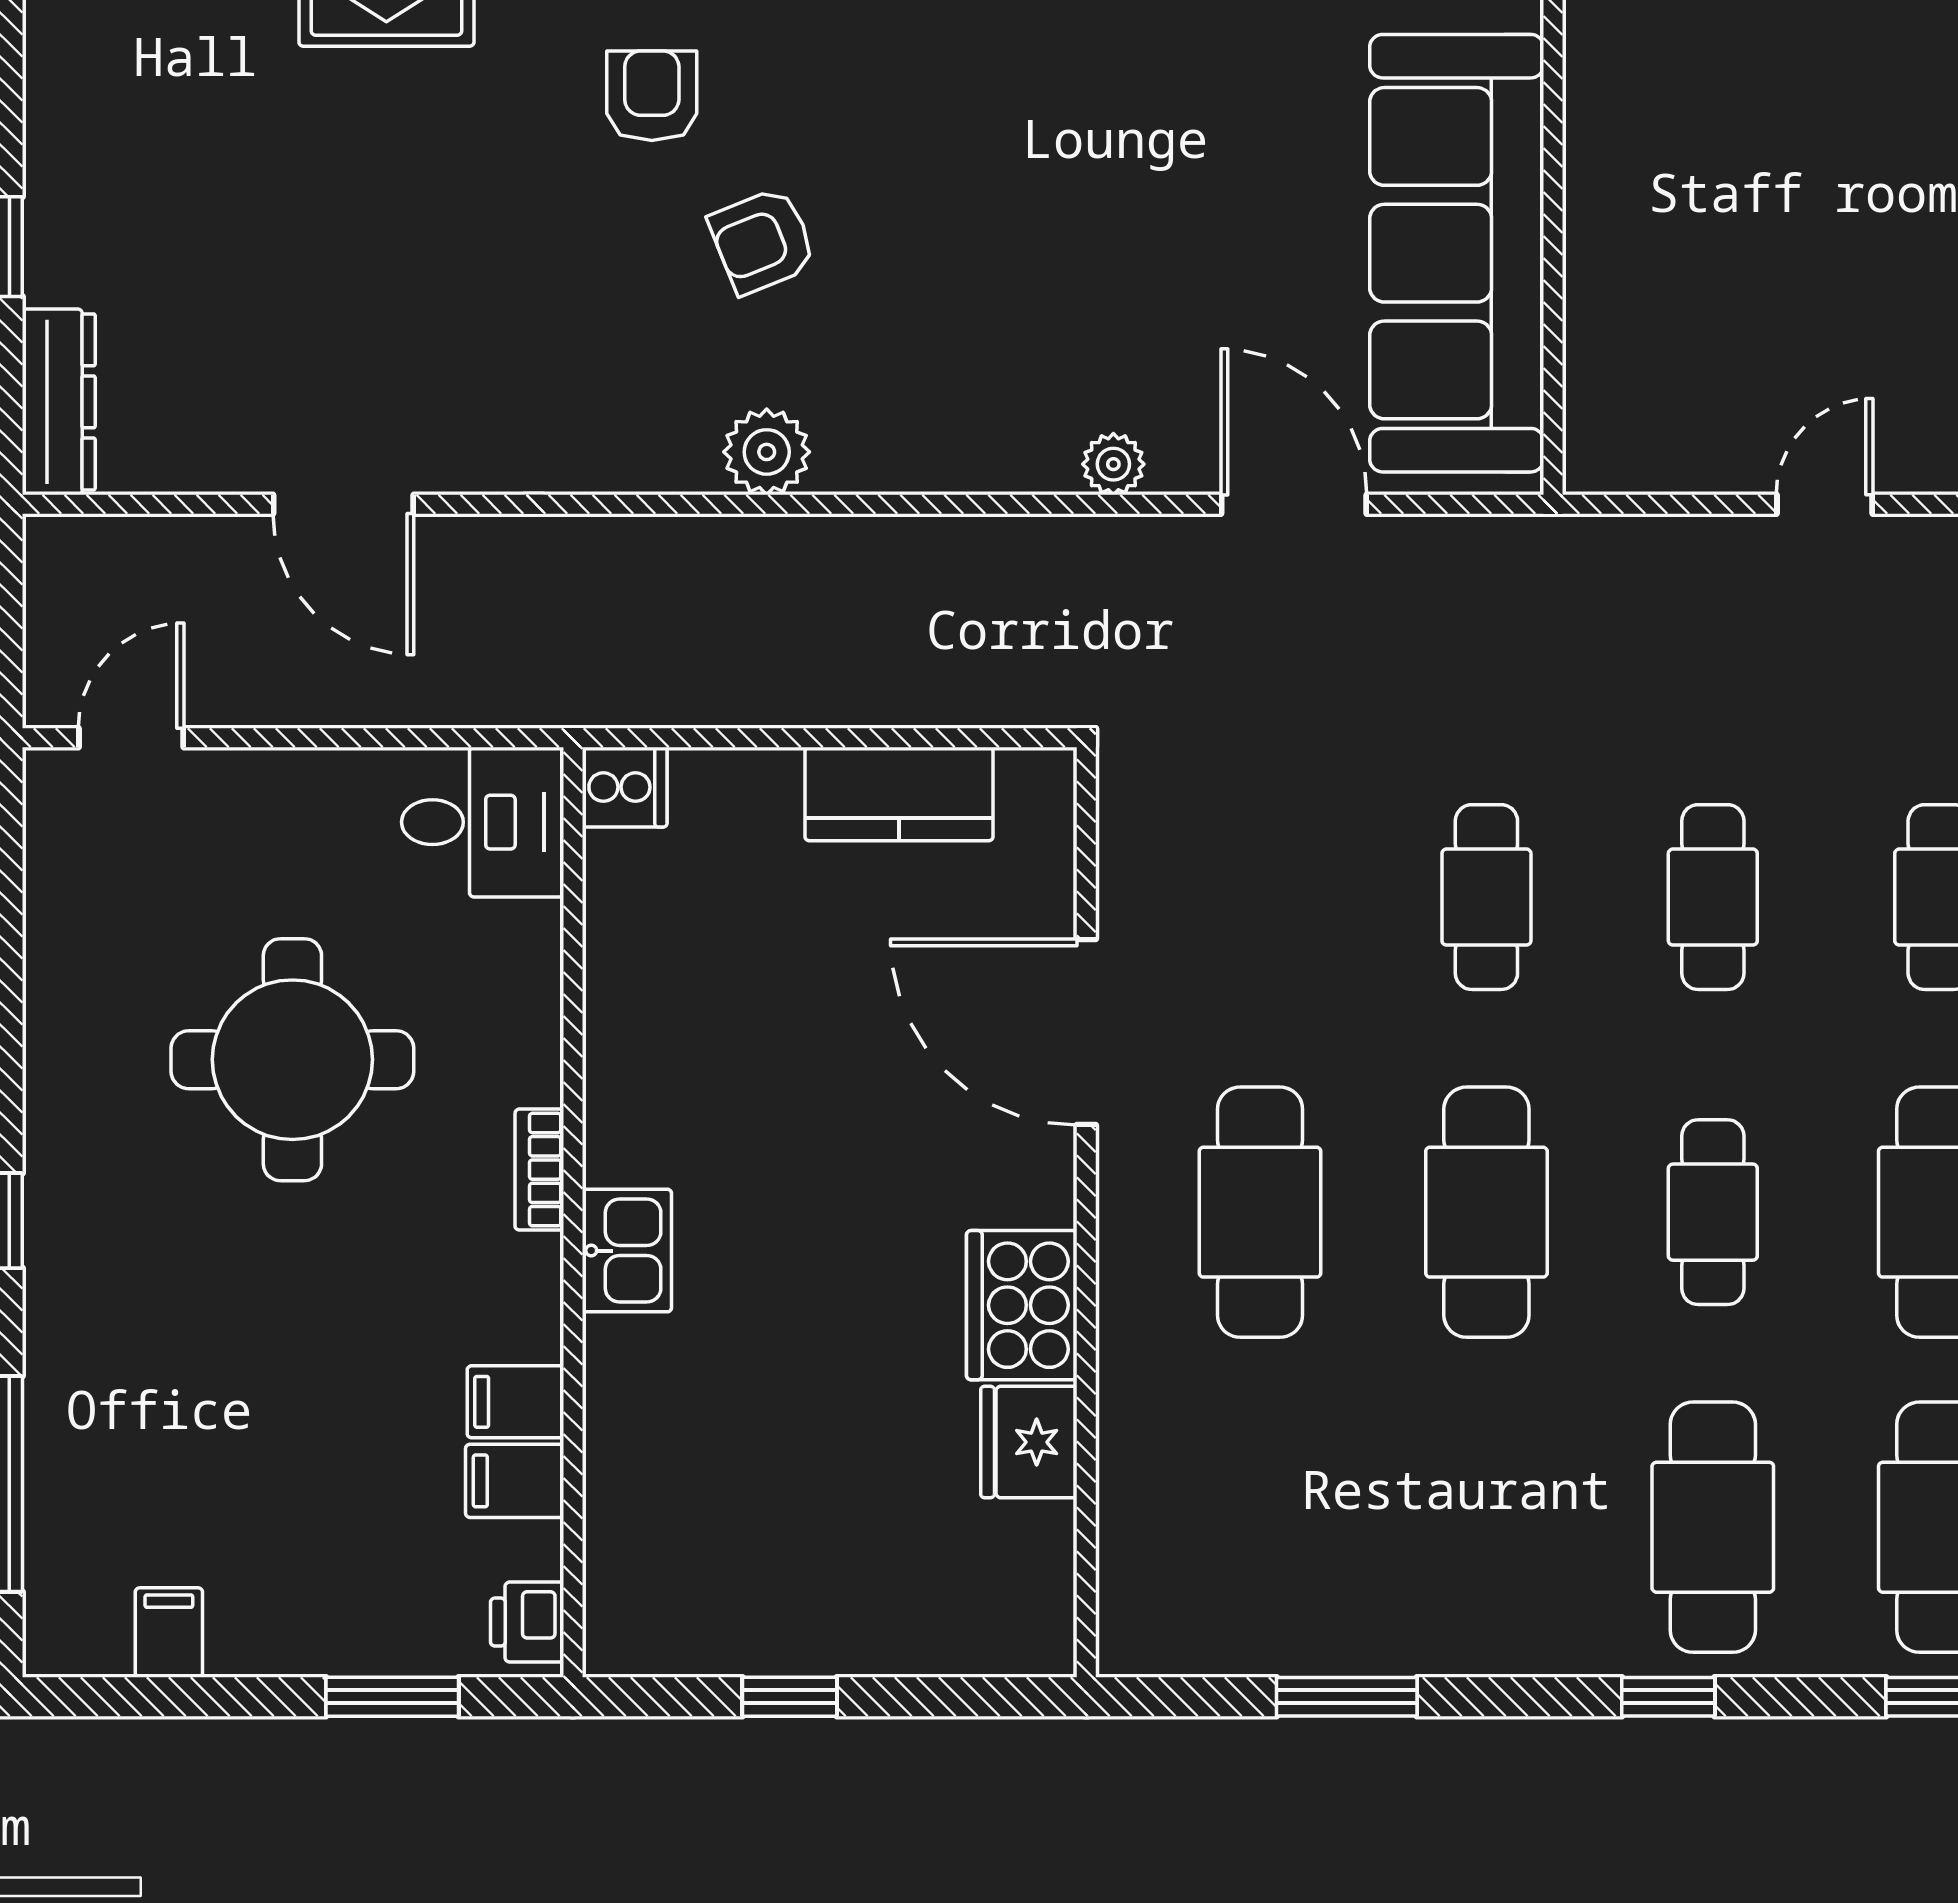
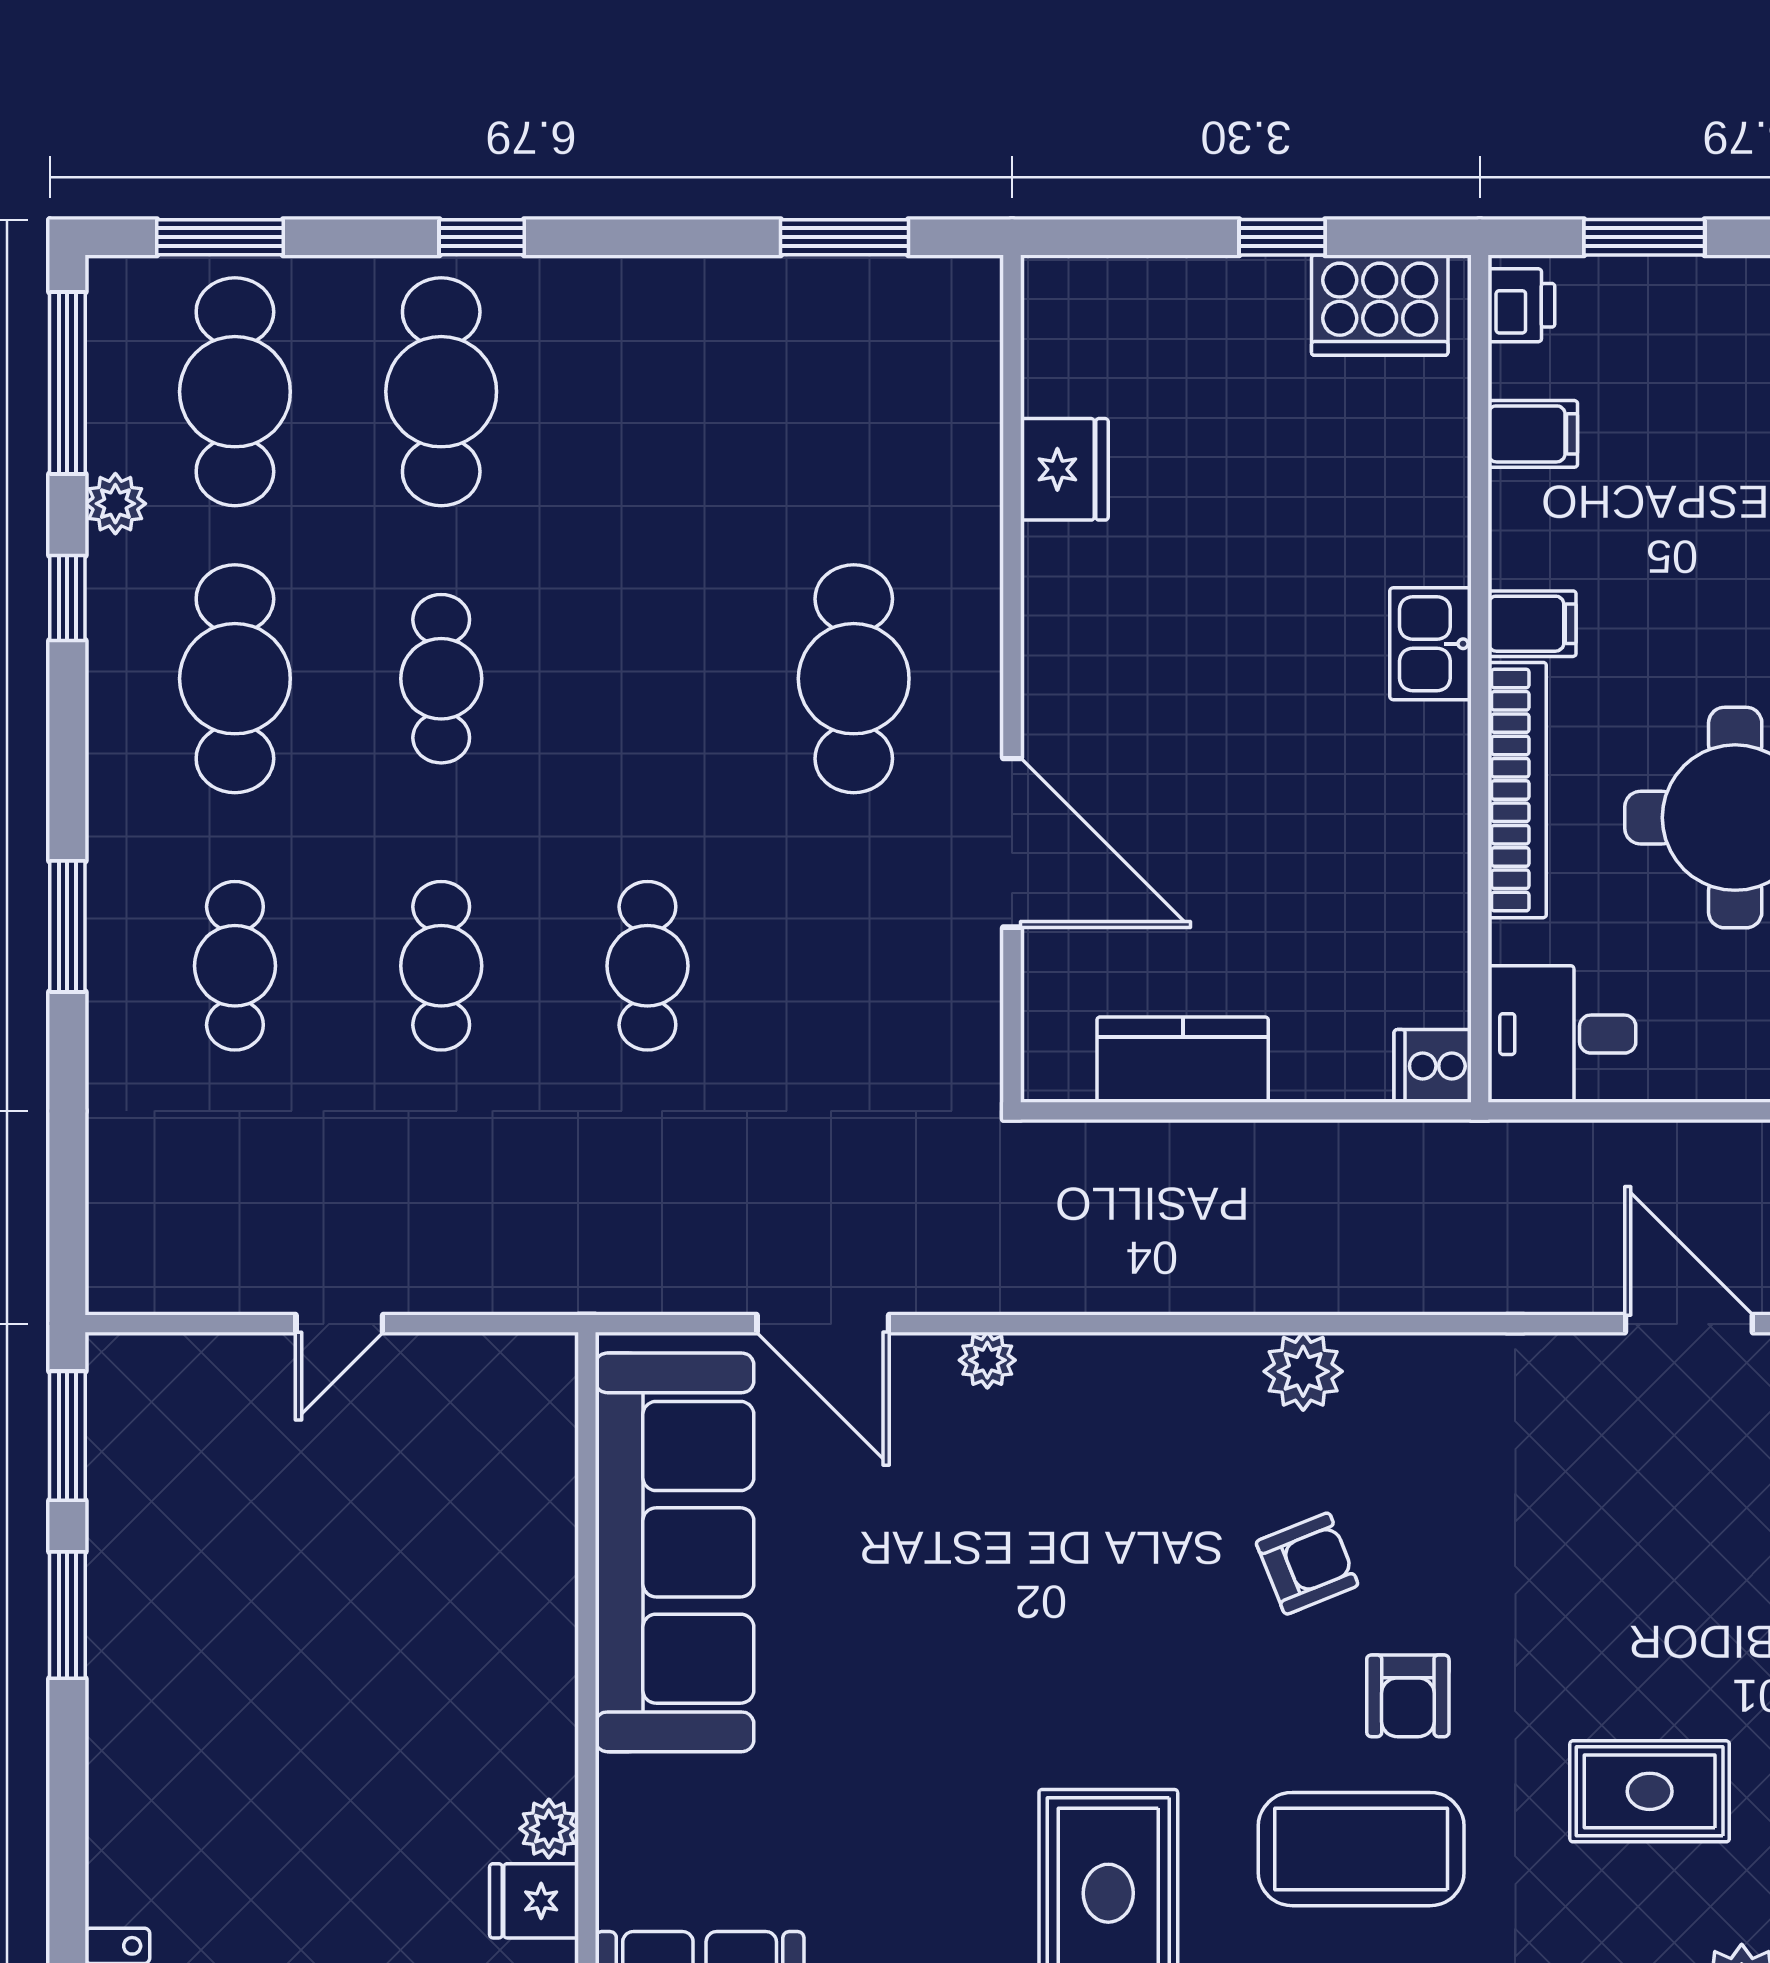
bookcase: (539, 1170) -> (1517, 790), width x2.31, depth x1.31
cafe table: (1486, 1212) -> (647, 679), removed
cooker: (1022, 1305) -> (1380, 305), moved, turned 90
filing cabinet: (515, 1402) -> (1532, 624), moved
window: (1347, 1697) -> (845, 237), moved

